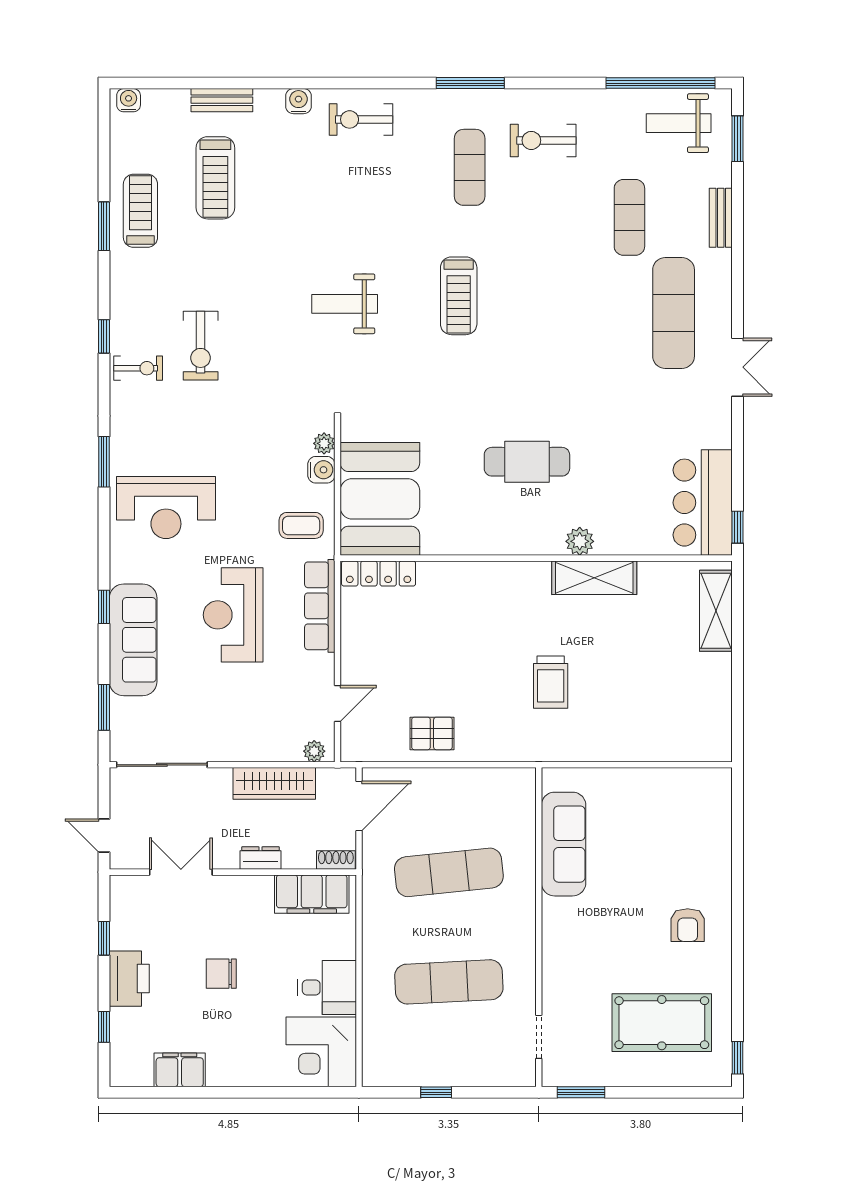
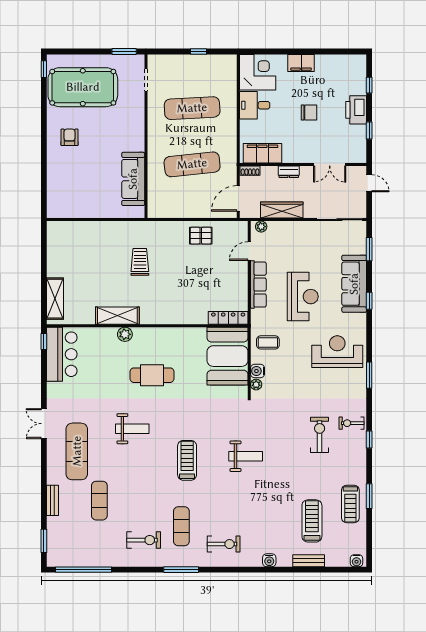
exercise bike: (361, 119) -> (224, 544), moved
weight bench: (679, 123) -> (132, 429), moved
row of seats: (320, 606) -> (258, 285), moved
pool table: (662, 1023) -> (83, 87), width x1.36, depth x1.32
filing cabinet: (180, 1070) -> (301, 63), moved

